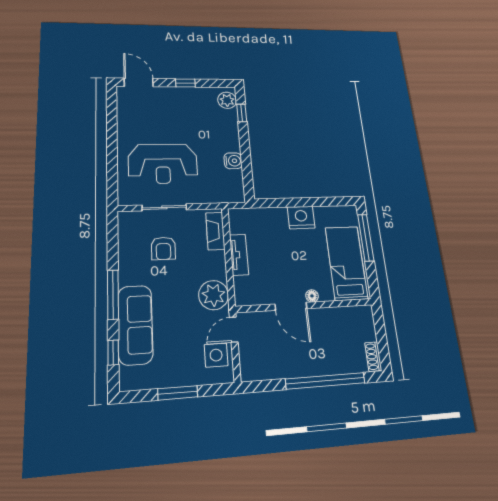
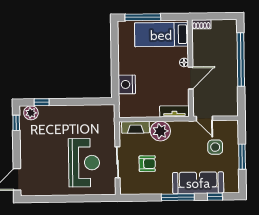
window: (185, 83) -> (16, 123), moved
water cooler: (233, 161) -> (82, 111), removed
nightstand: (301, 218) -> (127, 84), moved
tv unit: (239, 255) -> (174, 111), moved
plant: (214, 295) -> (160, 131), moved
side table: (216, 355) -> (215, 147), moved
shoe rack: (373, 357) -> (201, 24), moved

